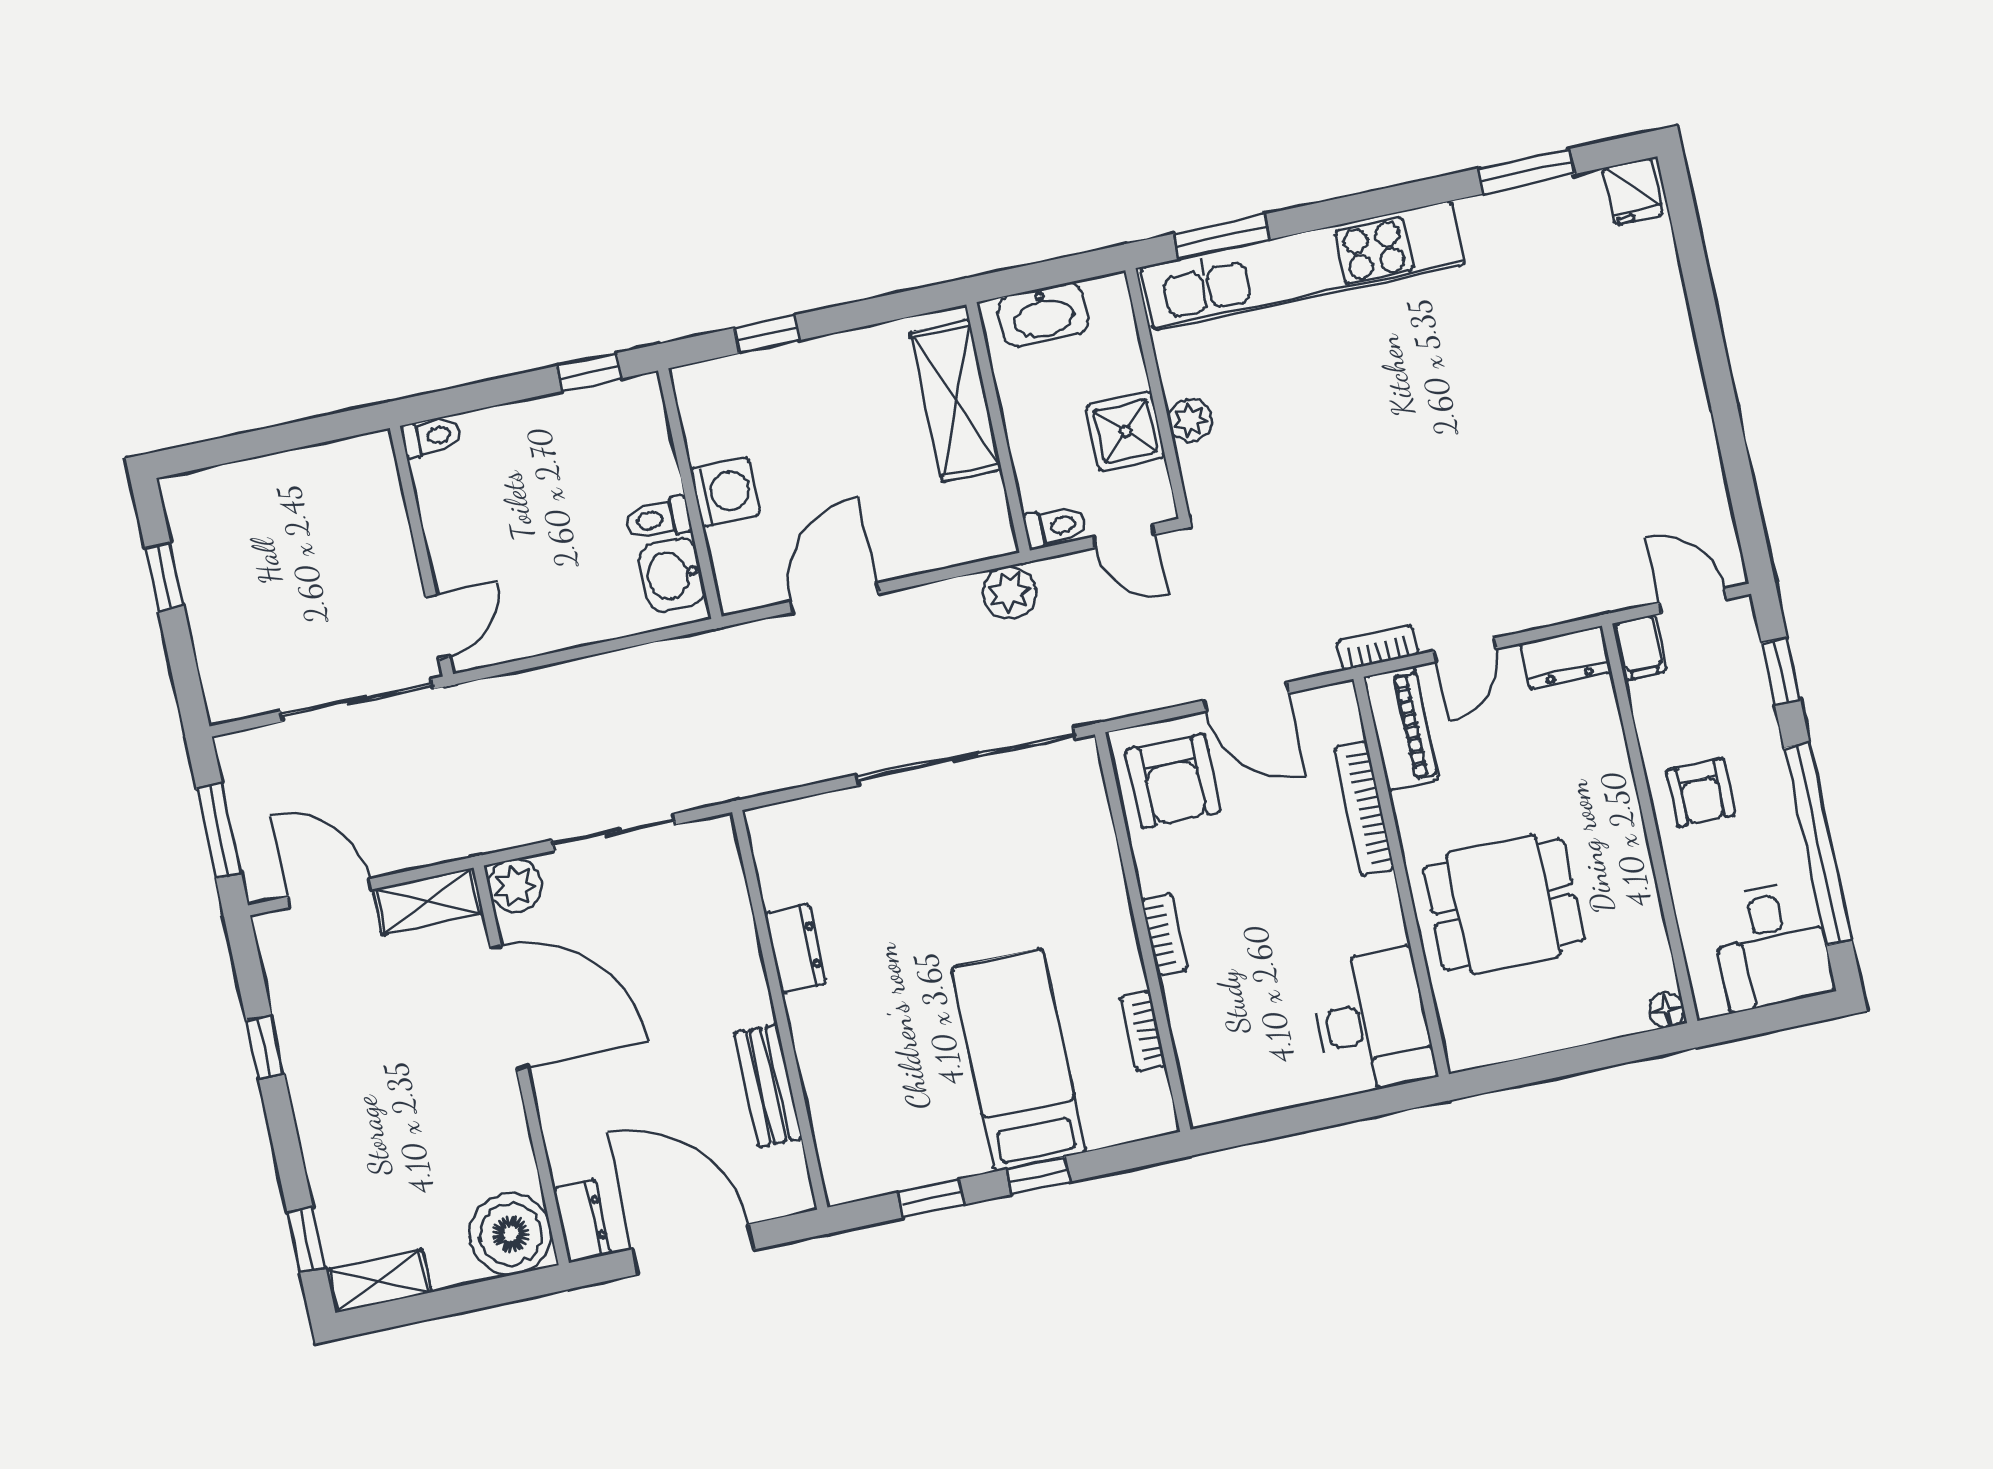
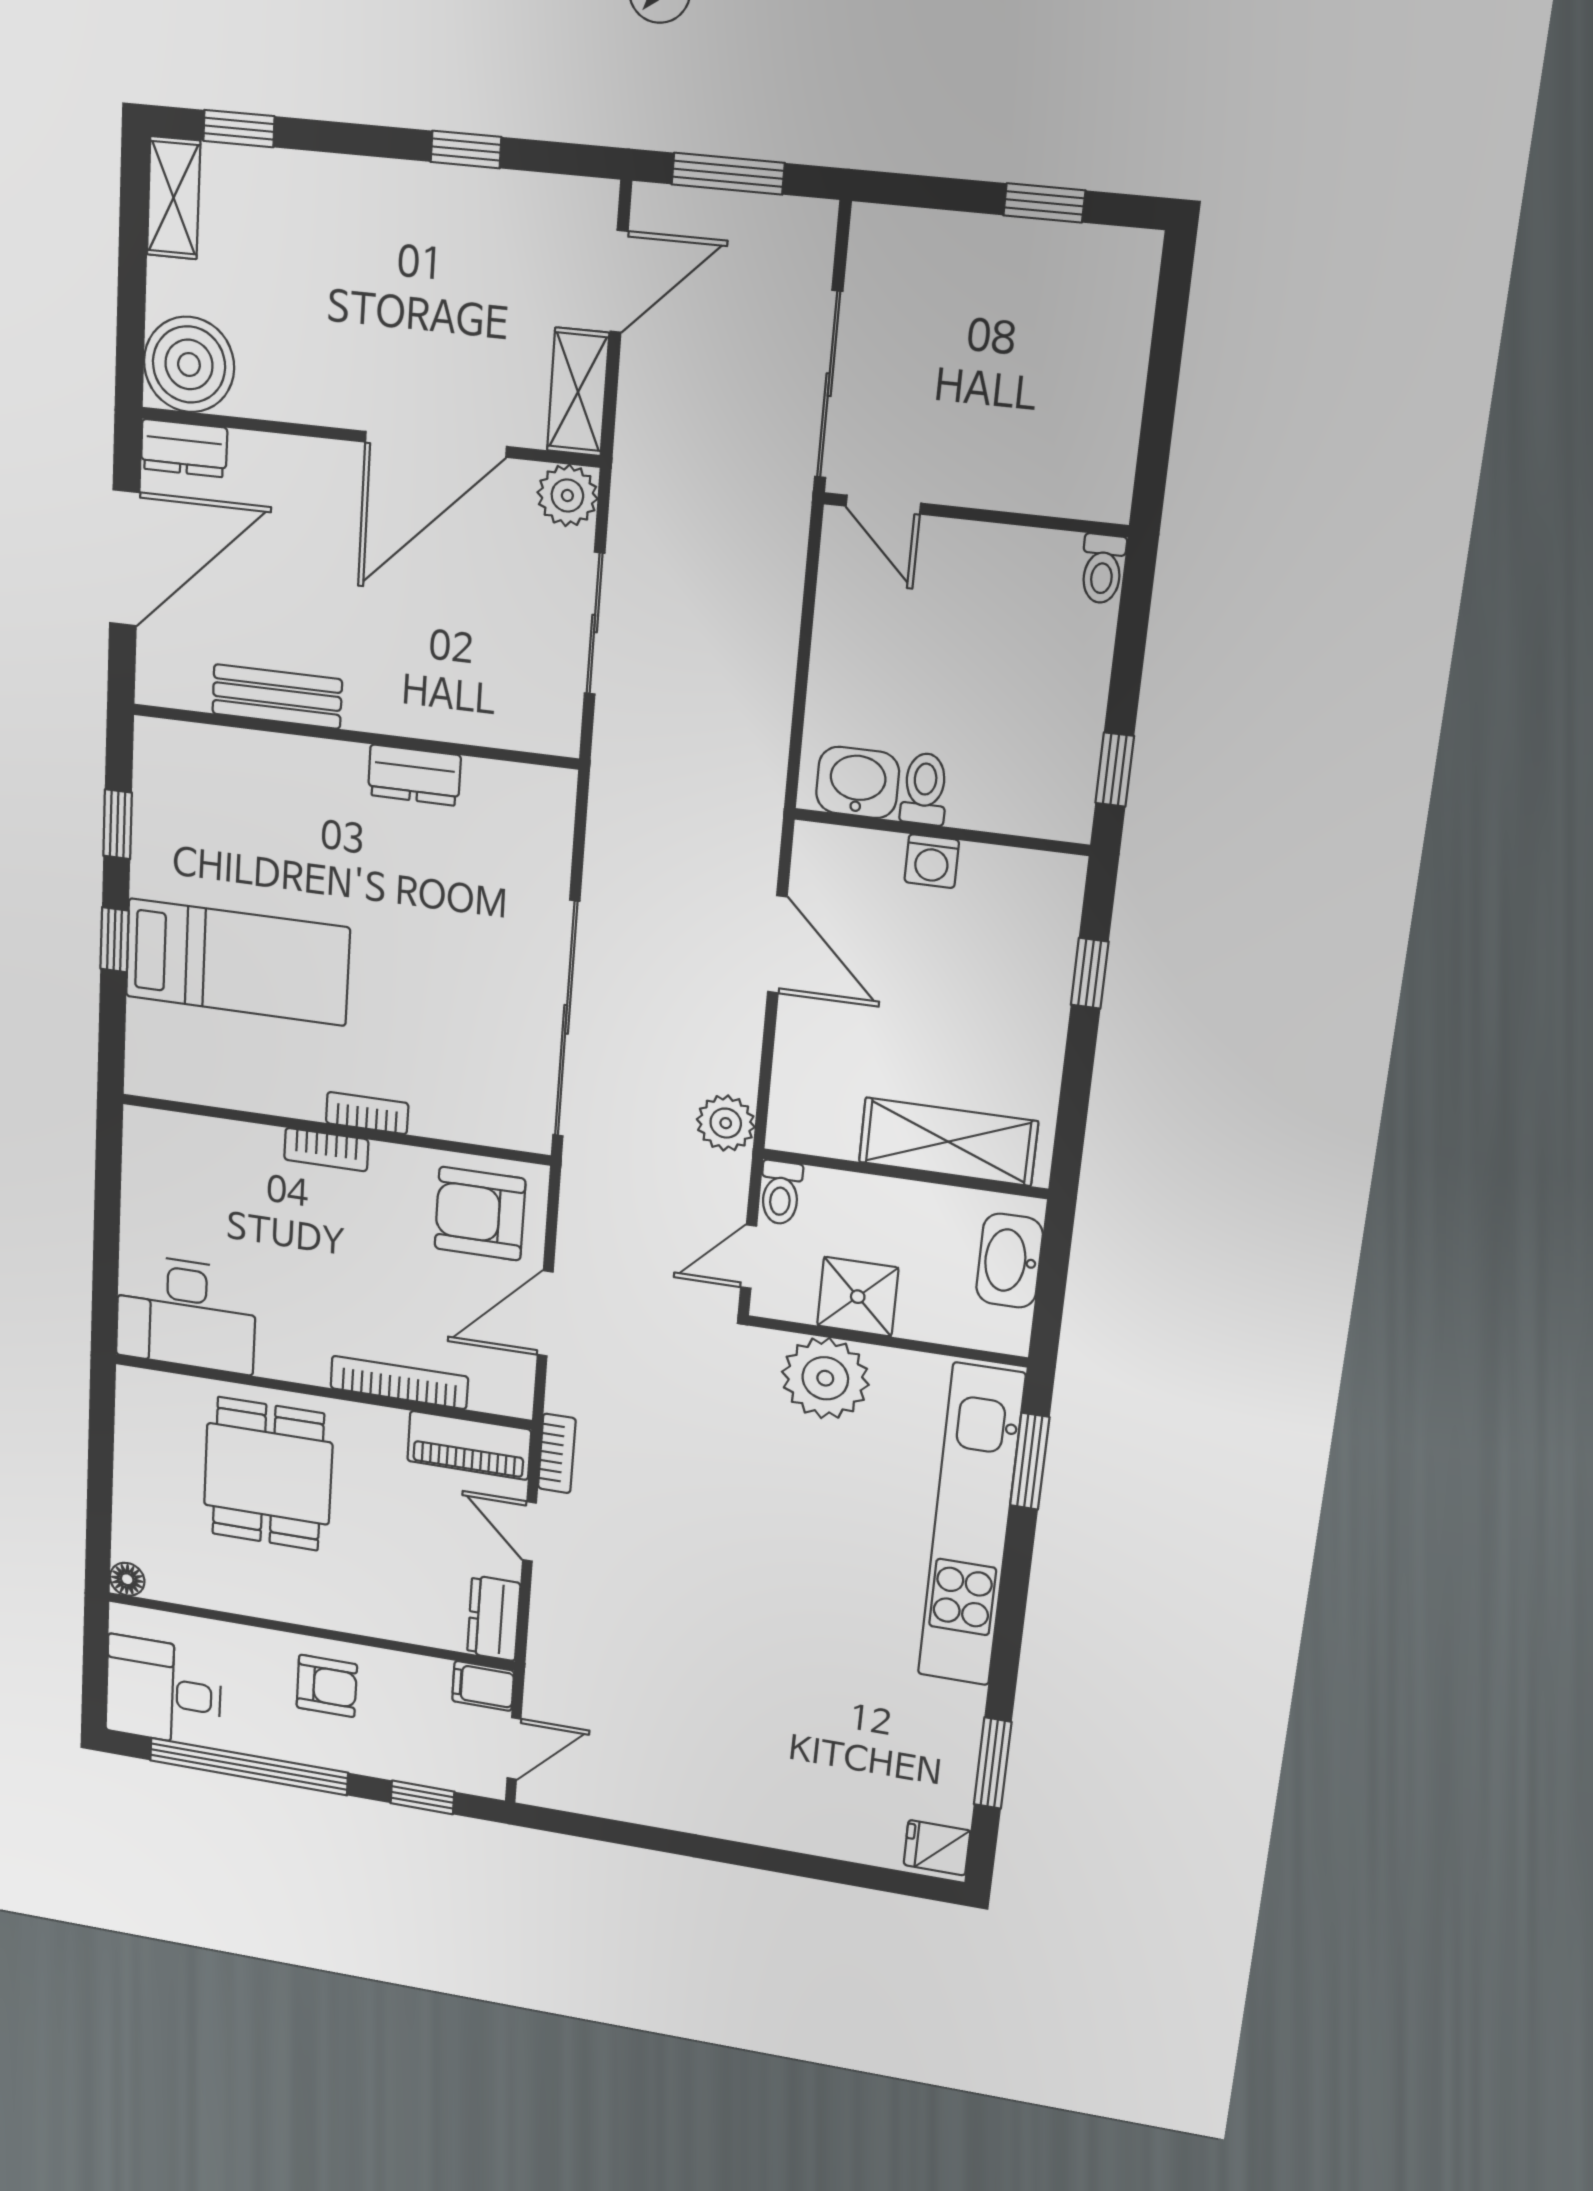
plant: (1190, 420) -> (825, 1378), width x1.88, depth x1.88
washing machine: (725, 492) -> (932, 861), width x0.73, depth x0.73
armchair: (1701, 792) -> (327, 1686), turned 180
bookcase: (1143, 1031) -> (367, 1113), moved

